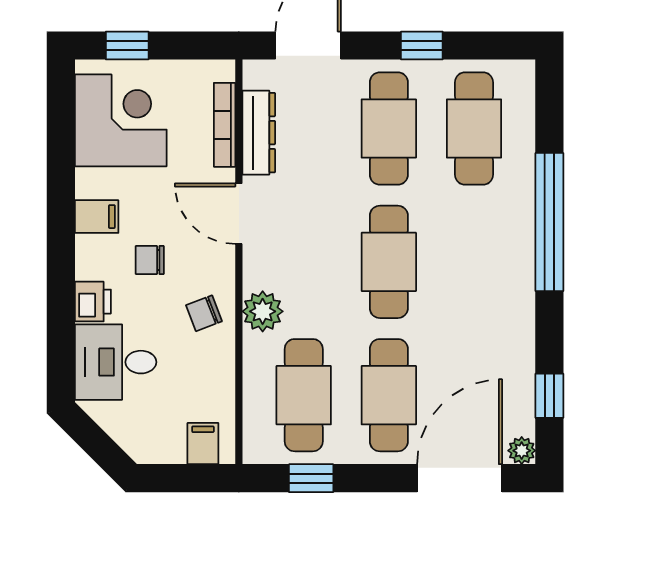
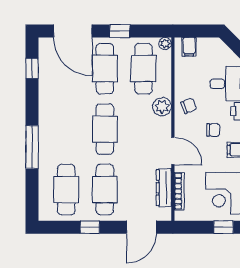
window: (549, 222) -> (32, 147), width x0.68
plant: (522, 451) -> (165, 44), moved
window: (311, 478) -> (120, 31), moved
door: (460, 478) -> (73, 31), hinge flipped

